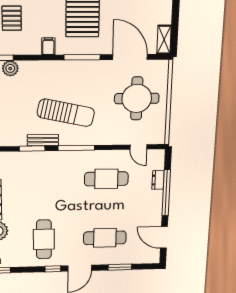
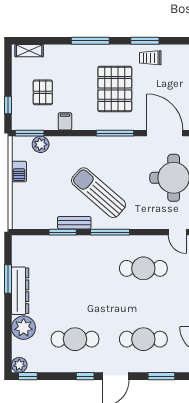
filing cabinet: (48, 46) -> (65, 121), moved
sun lounger: (66, 113) -> (98, 193), turned -151
cafe table: (44, 239) -> (75, 339), turned 90

